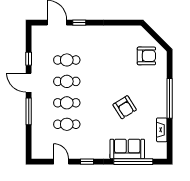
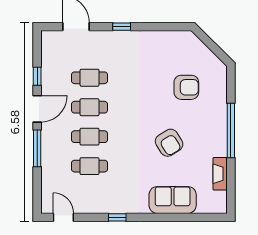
window: (79, 23) -> (122, 27), moved
armchair: (146, 56) -> (186, 87), moved
door: (29, 83) -> (37, 109), swing flipped
door: (61, 162) -> (63, 217), moved
window: (133, 162) -> (181, 217), removed

